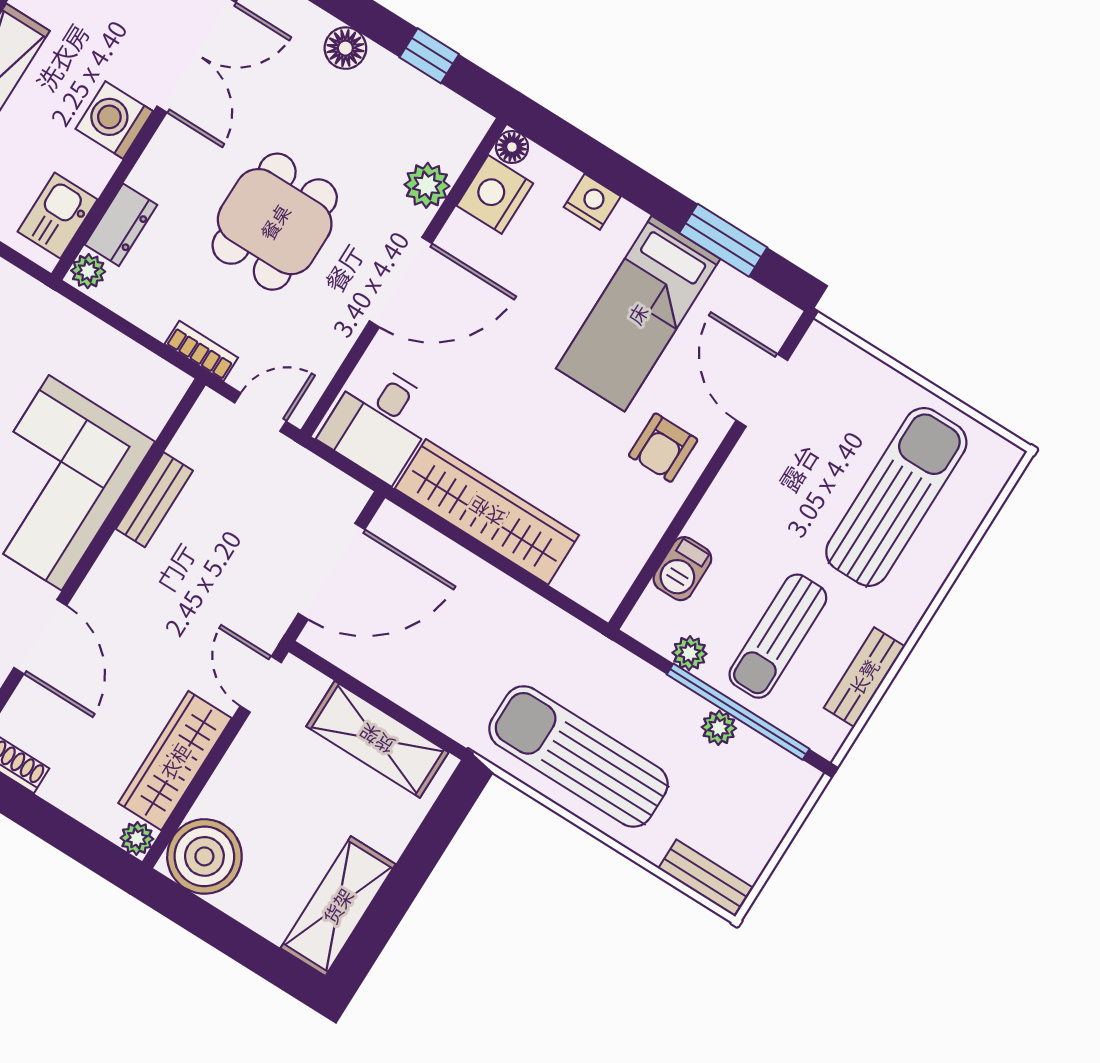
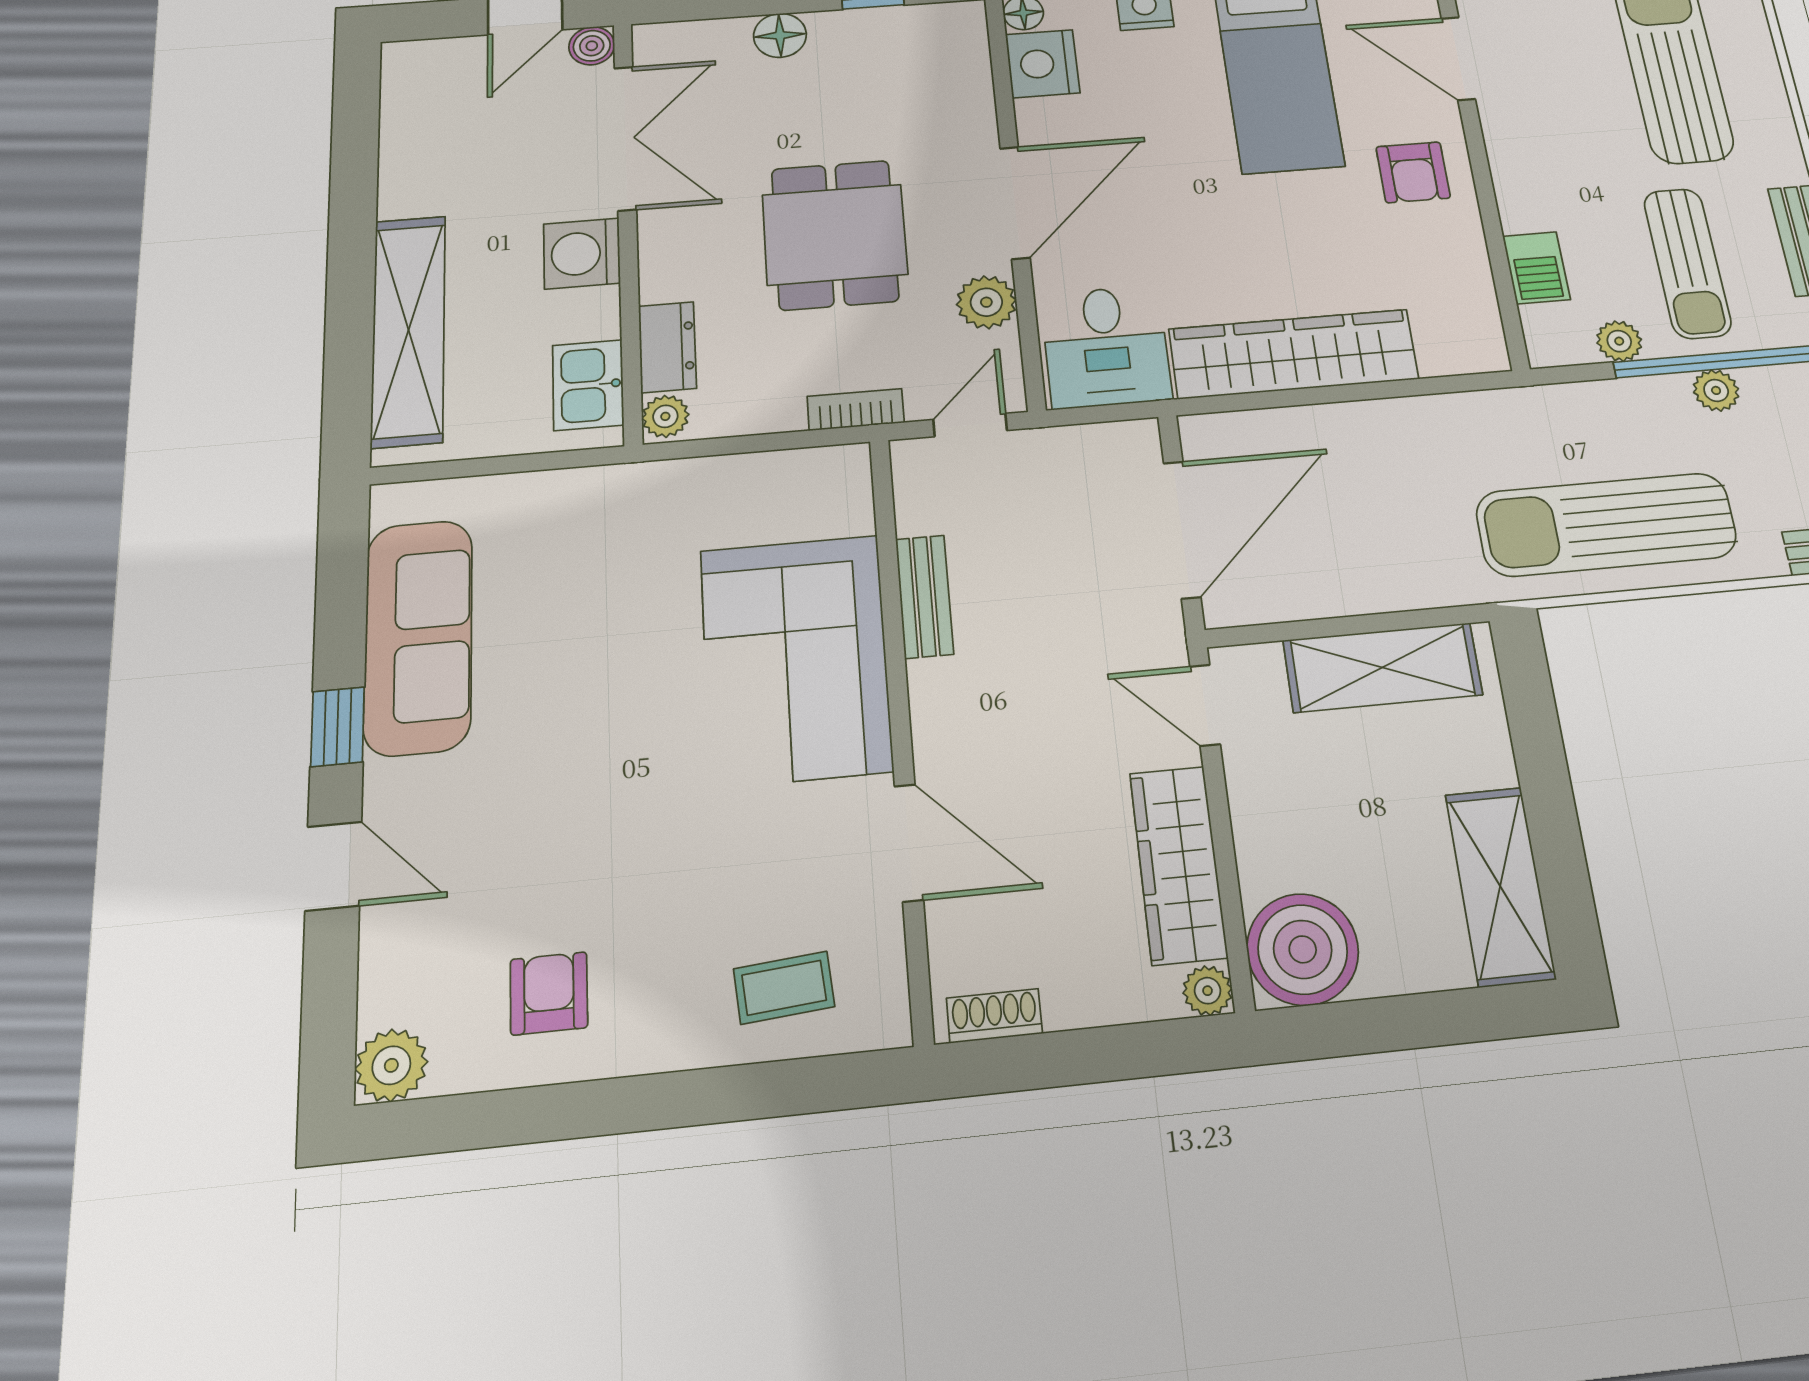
plant: (427, 185) -> (986, 302), moved

